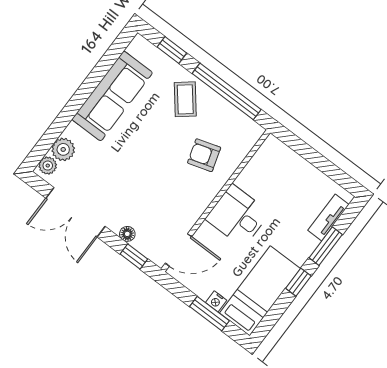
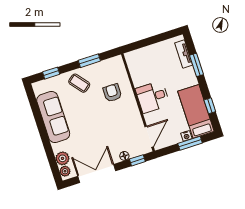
window: (227, 91) -> (89, 61), width x0.47
armchair: (204, 155) -> (112, 93), turned 107
double door: (75, 212) -> (97, 174), swing flipped
window: (298, 282) -> (210, 106), moved

